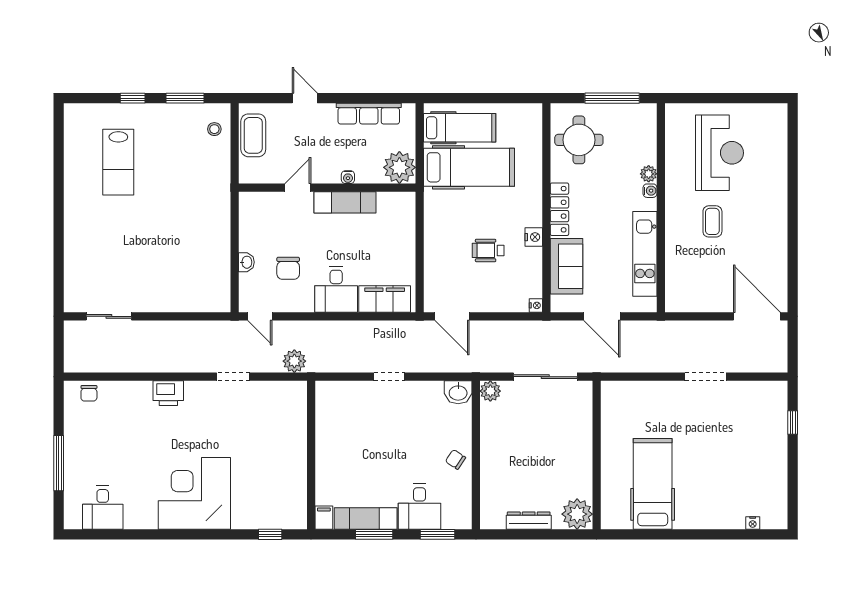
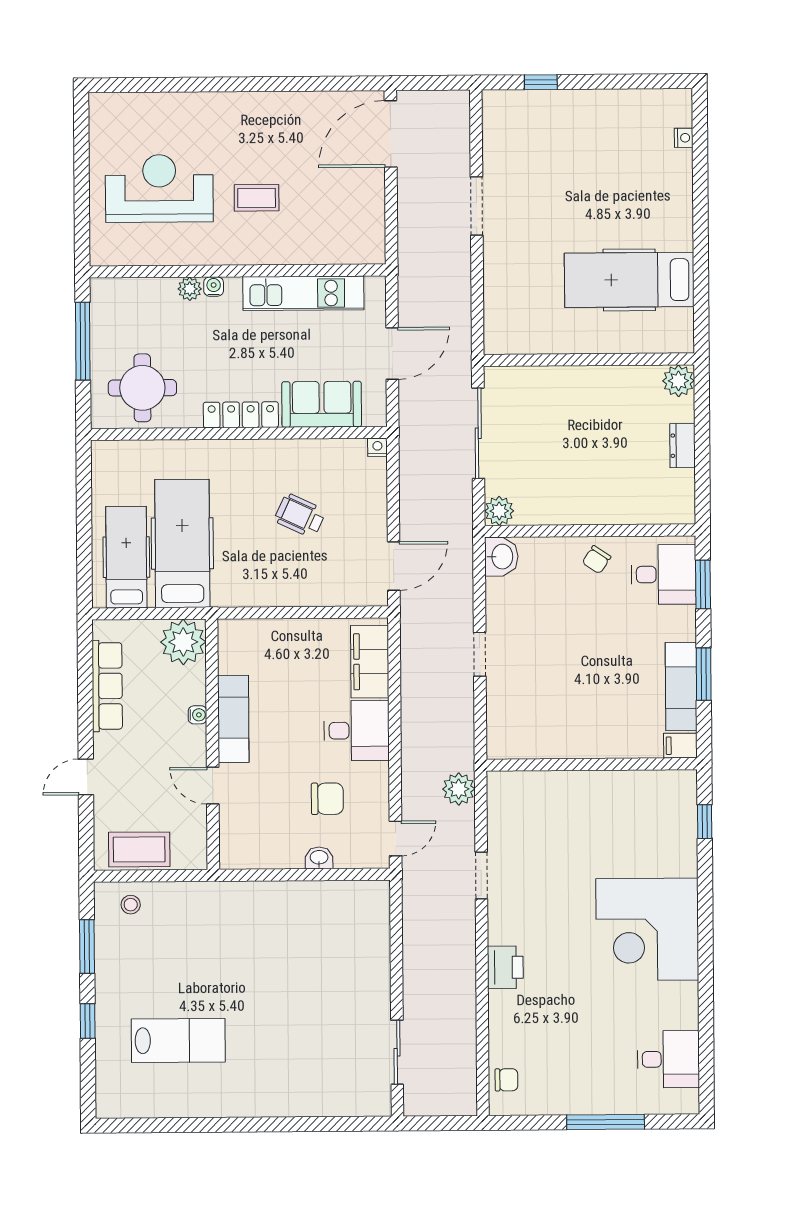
nightstand: (534, 237) -> (281, 451), removed
wheelchair: (488, 250) -> (300, 516), turned 115
desk: (420, 507) -> (664, 574), moved
plant: (577, 514) -> (678, 381), width x0.73, depth x0.73
dresser: (529, 521) -> (683, 446), width x0.70

